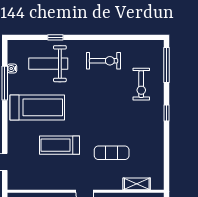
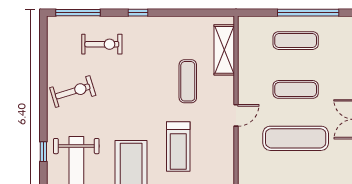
exercise bike: (103, 61) -> (73, 91), turned 73
shelving: (137, 184) -> (224, 50), width x1.50, depth x1.33

